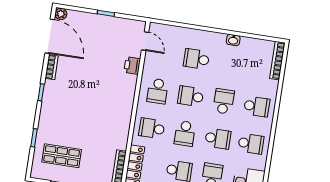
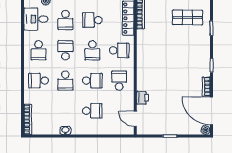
school desk: (185, 133) -> (92, 50), turned 180
school desk: (218, 139) -> (65, 50), turned 90
school desk: (251, 144) -> (39, 50), turned -90

